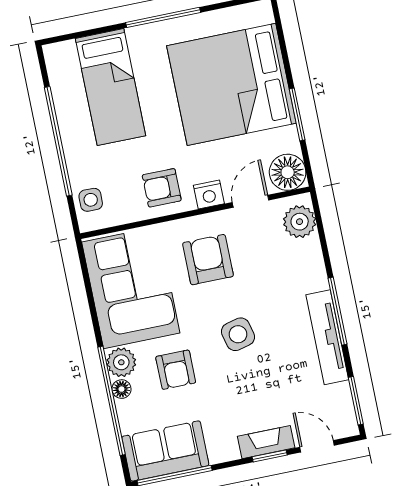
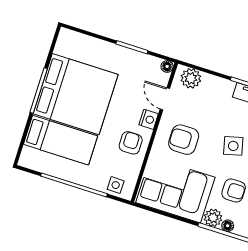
bed: (231, 84) -> (76, 94), moved, turned -90
floor lamp: (288, 172) -> (167, 66), width x0.53, depth x0.53
armchair: (162, 188) -> (131, 143), turned 180

